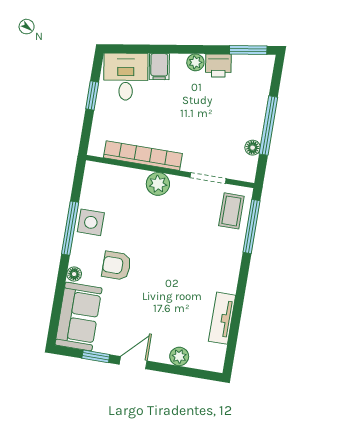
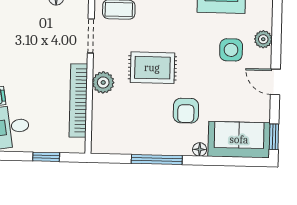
window: (92, 96) -> (46, 157), moved
side table: (91, 222) -> (231, 50), moved
rug: (166, 237) -> (152, 68), added
window: (96, 356) -> (274, 137), moved

